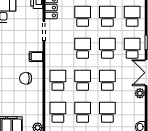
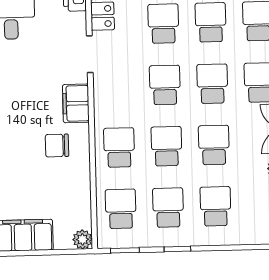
filing cabinet: (36, 57) -> (76, 103), width x2.00

